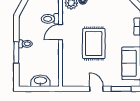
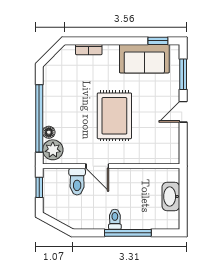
rug: (94, 44) -> (114, 116), turned 90
window: (16, 52) -> (128, 233), width x1.44

